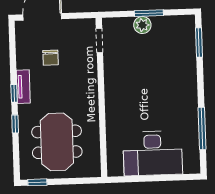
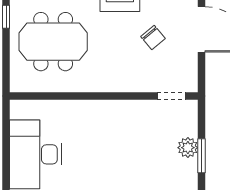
chair: (51, 58) -> (153, 38), turned -130

